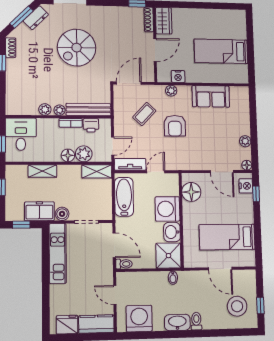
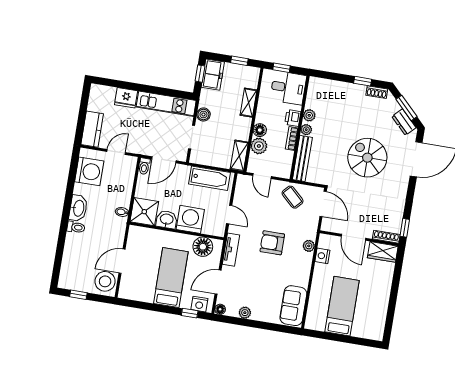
sofa: (211, 96) -> (293, 306), moved
coffee table: (144, 114) -> (293, 197), moved
printer: (91, 125) -> (293, 118), moved
tv unit: (130, 164) -> (231, 250), moved
freezer: (39, 211) -> (213, 75), moved
bed: (227, 237) -> (171, 278), moved
stool: (237, 306) -> (105, 281), moved
fridge: (67, 325) -> (126, 98), moved, turned 90

